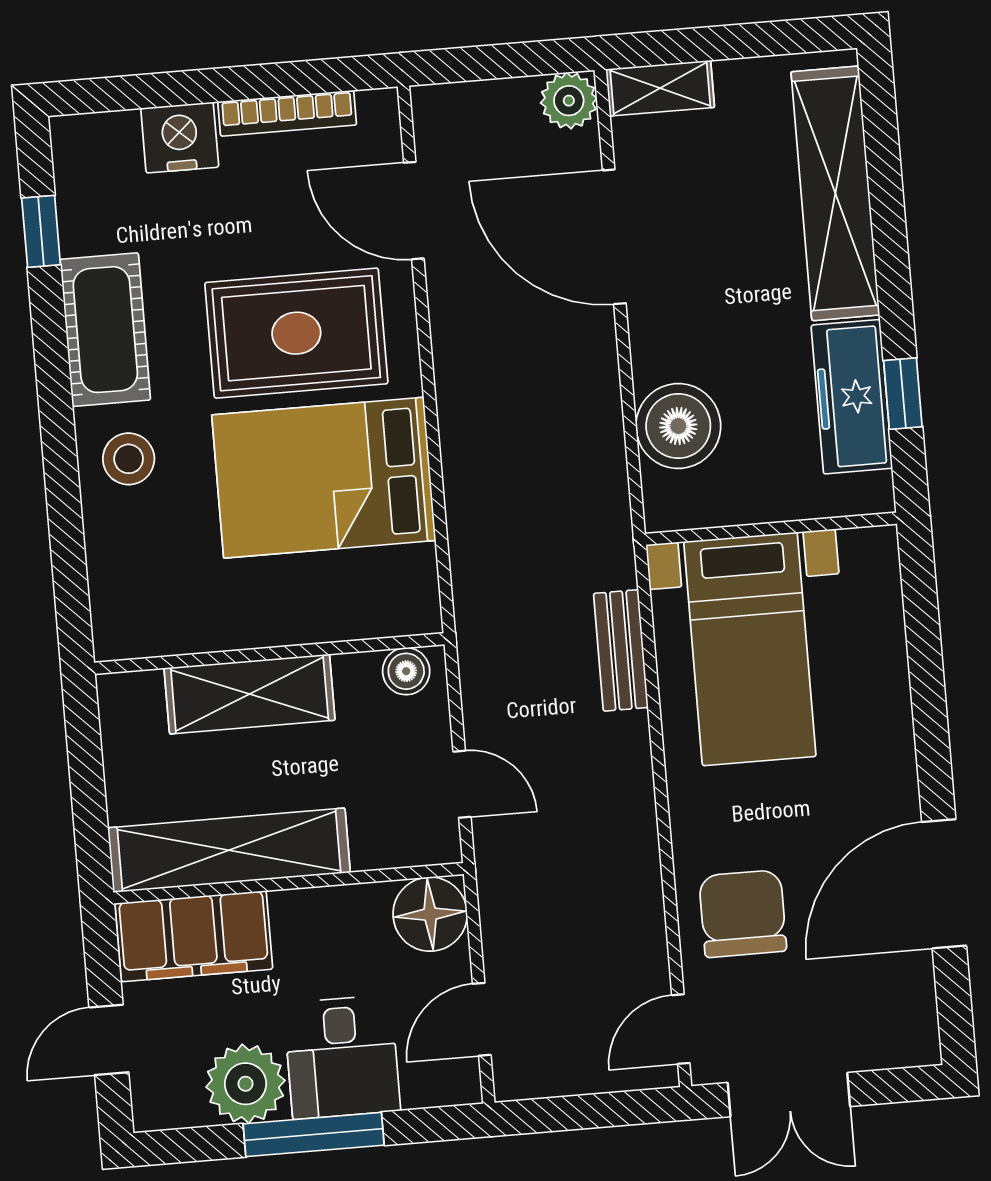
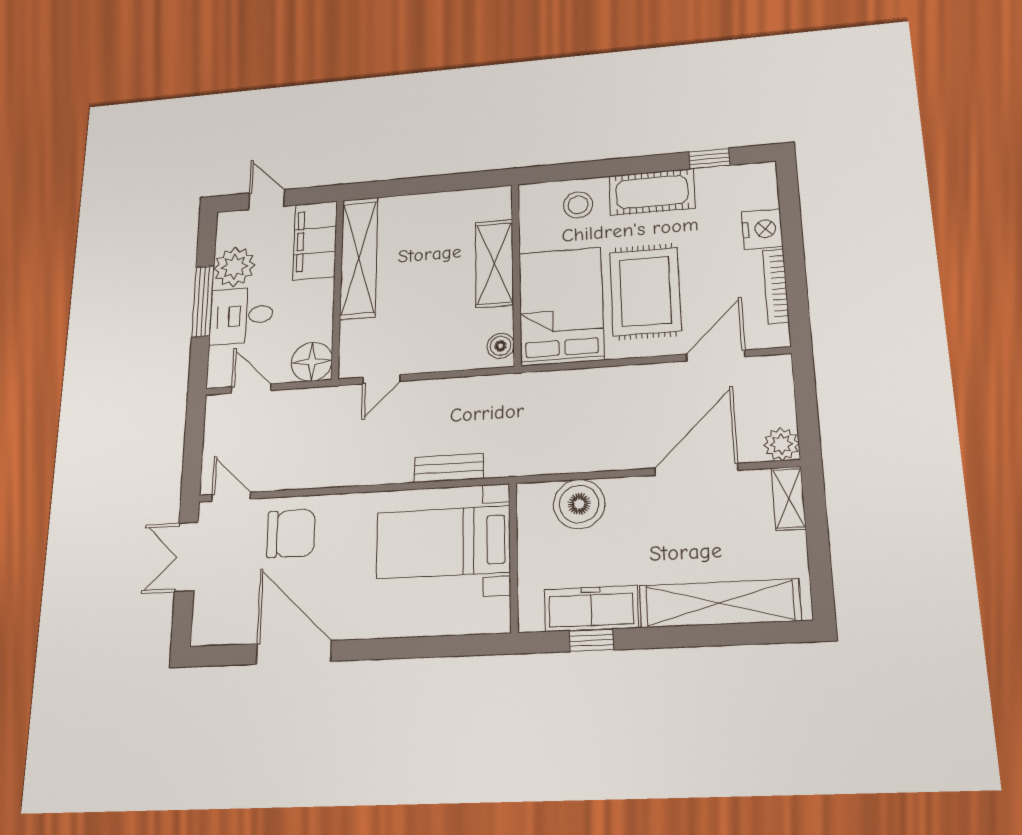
wall: (269, 654) -> (516, 274), moved
boiler: (406, 671) -> (501, 346), moved
shelving: (250, 694) -> (494, 263), moved

